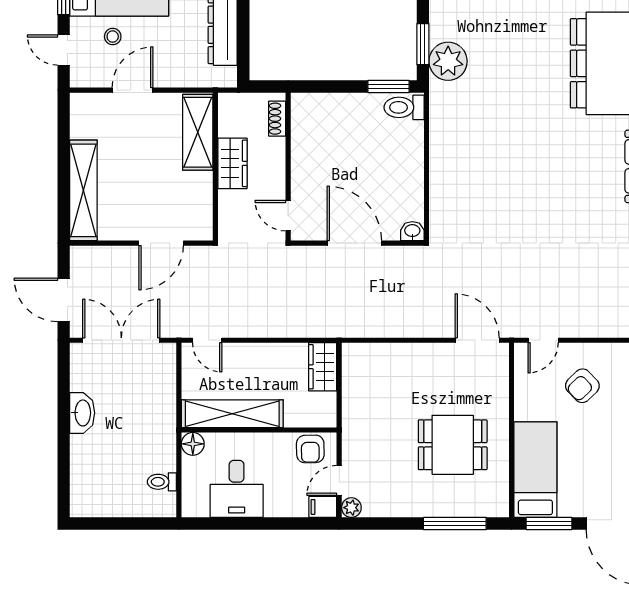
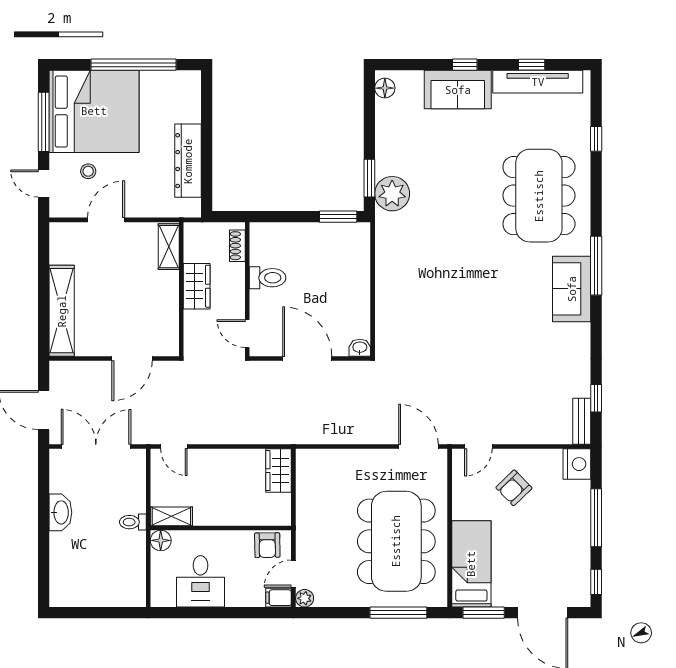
toilet: (404, 107) -> (268, 278), moved, turned 180
shelving: (198, 132) -> (169, 247), width x0.67, depth x0.75
shelving: (232, 414) -> (171, 516), width x0.45, depth x0.75
dining table: (453, 445) -> (396, 541), width x1.88, depth x1.24
toilet: (162, 482) -> (133, 522), moved

